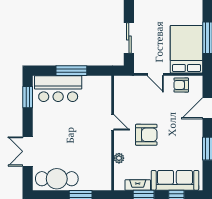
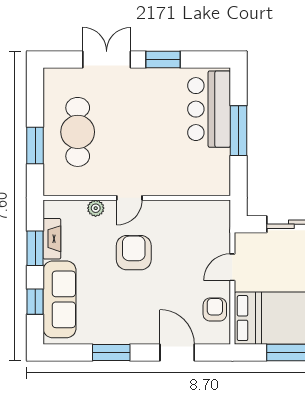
window: (28, 97) -> (163, 59), moved
door: (113, 122) -> (129, 198), moved
armchair: (146, 135) -> (134, 253), turned 180
cafe table: (57, 179) -> (78, 132), moved

